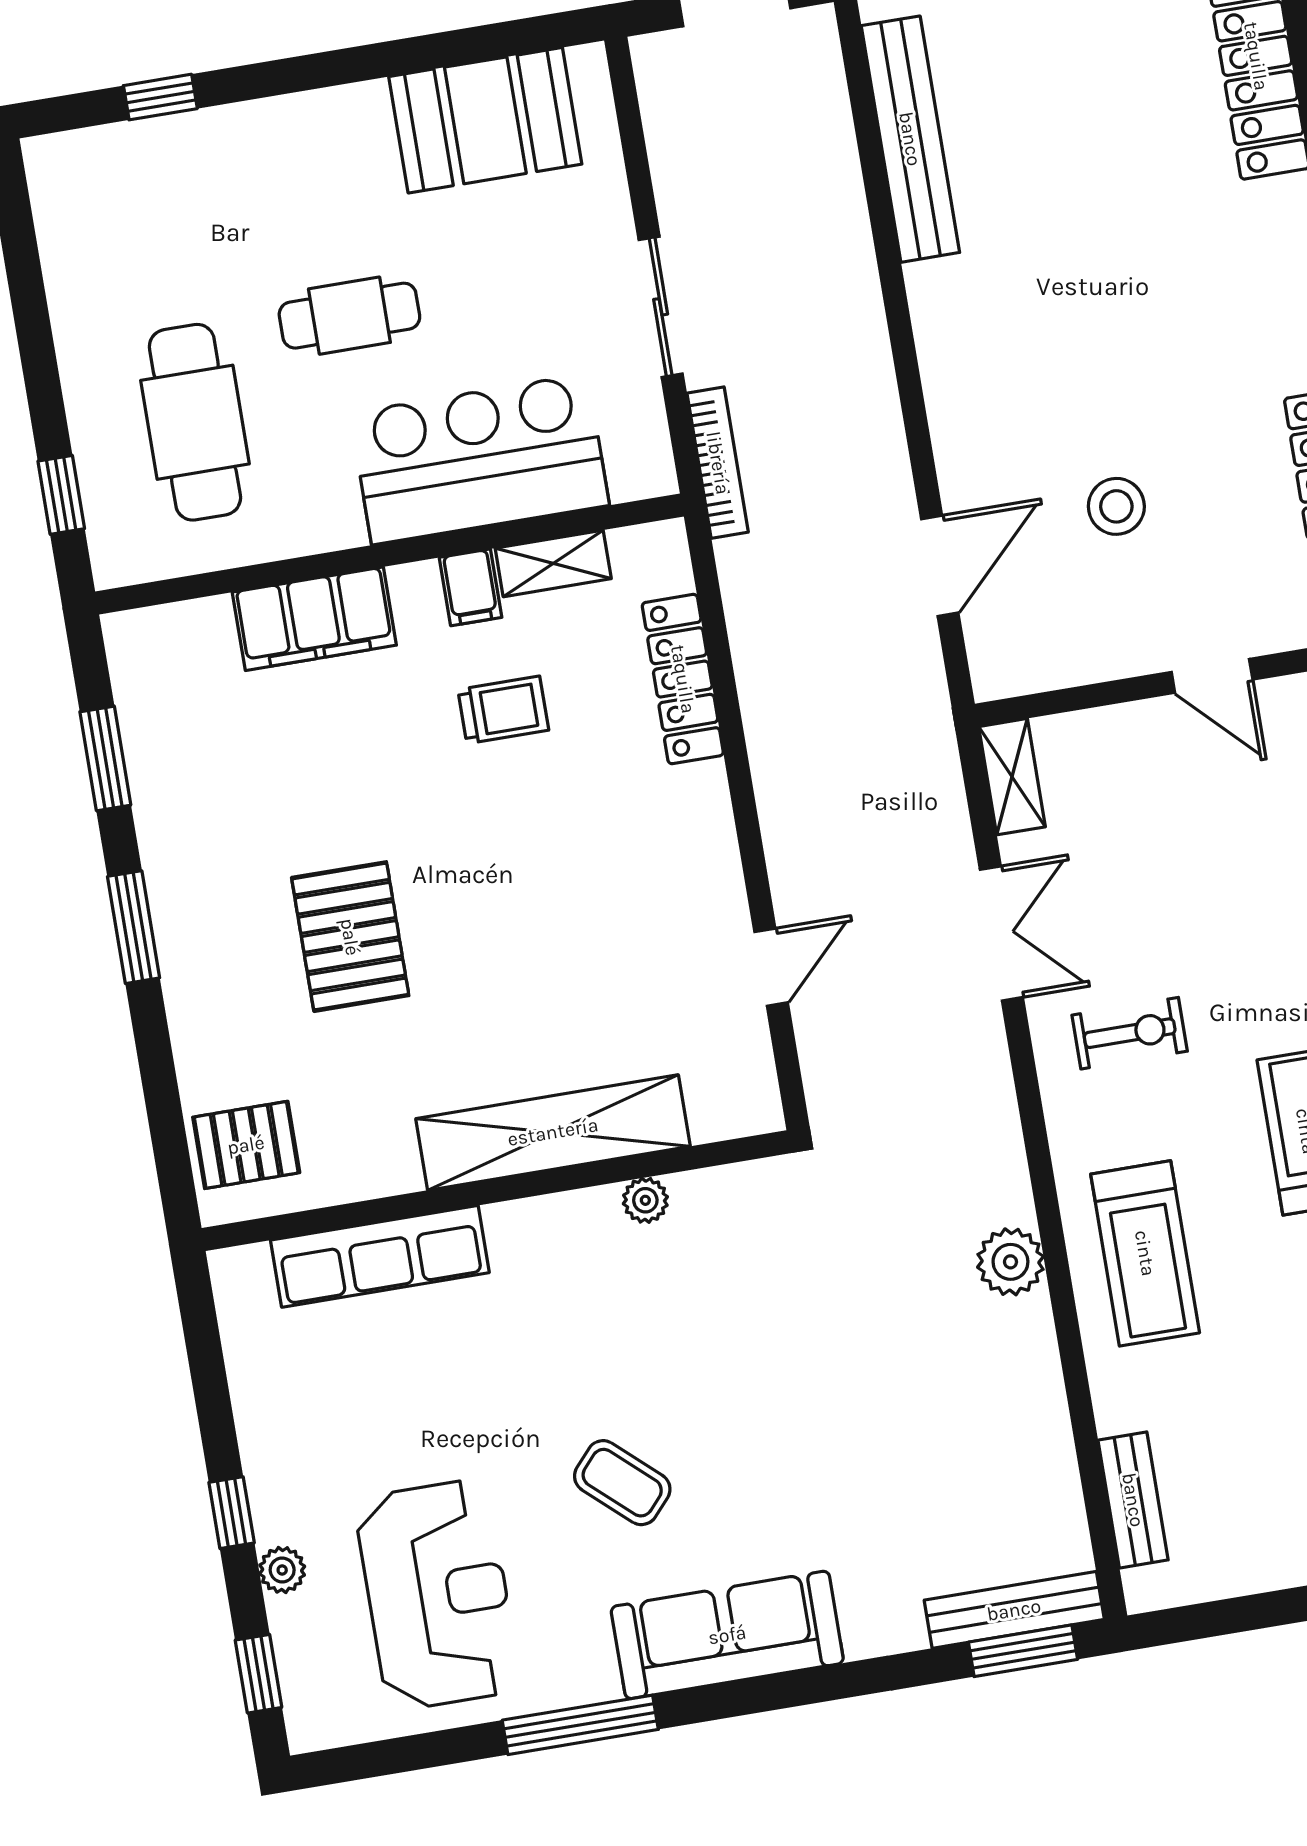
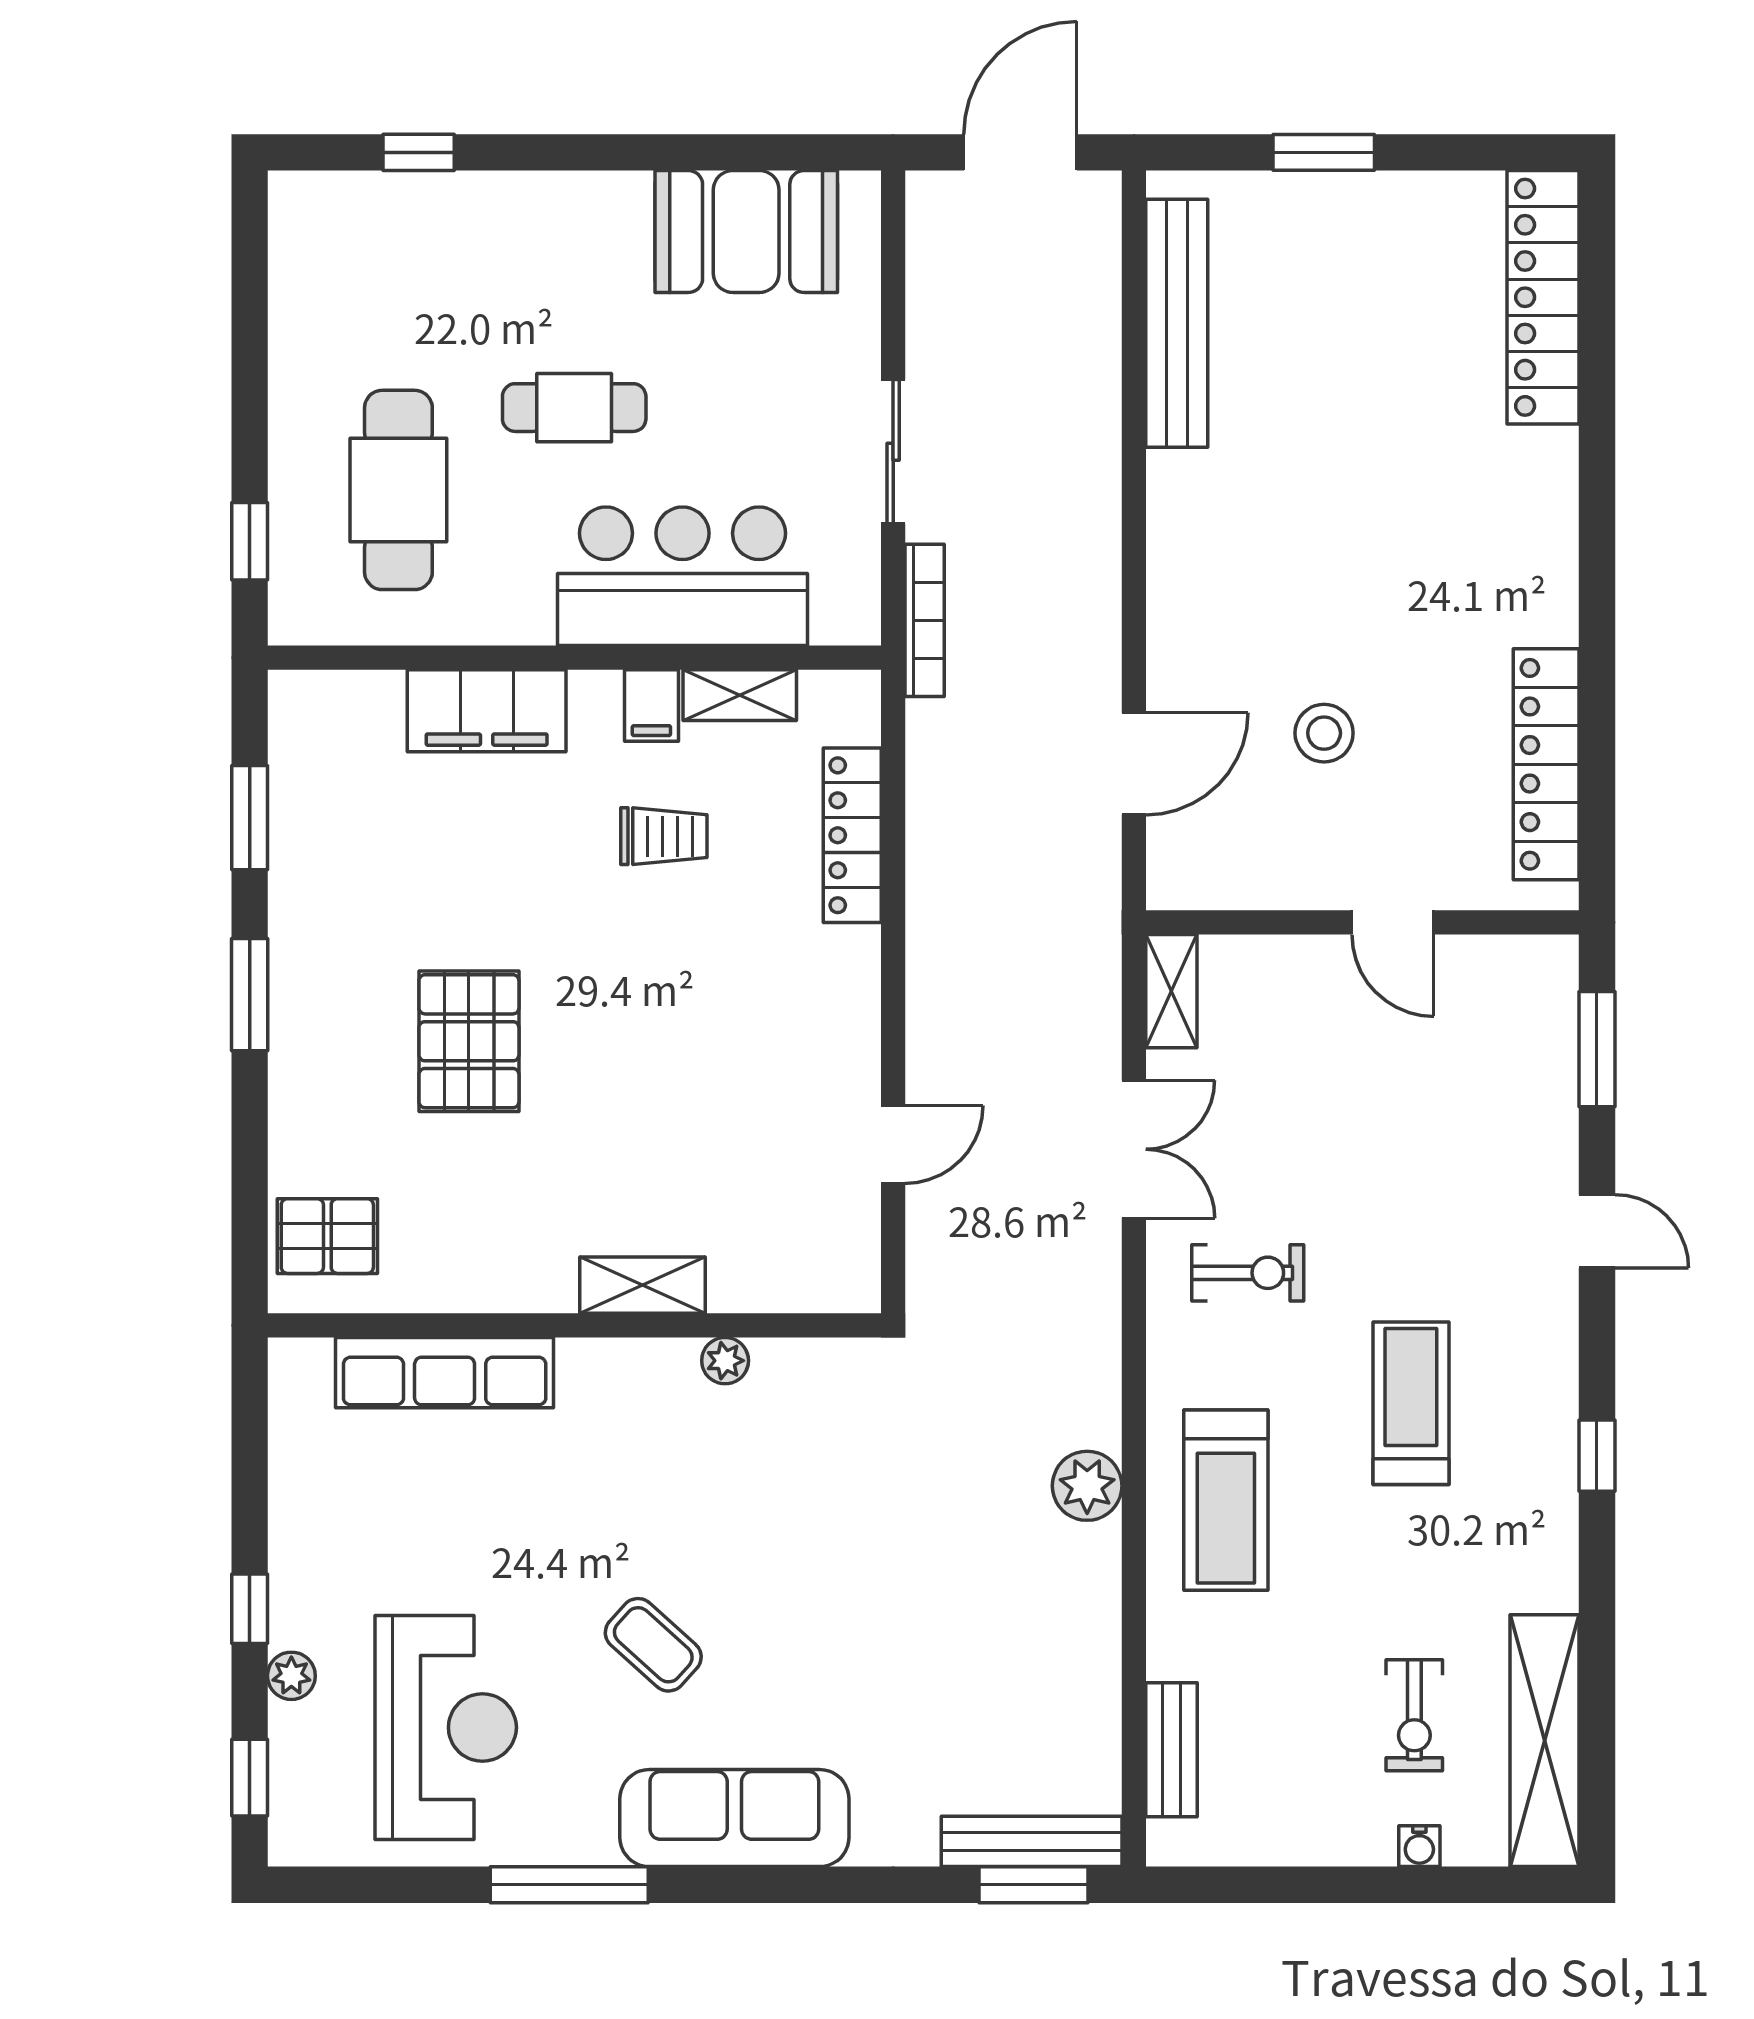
shelving: (553, 1132) -> (642, 1285), width x0.45, depth x0.75

